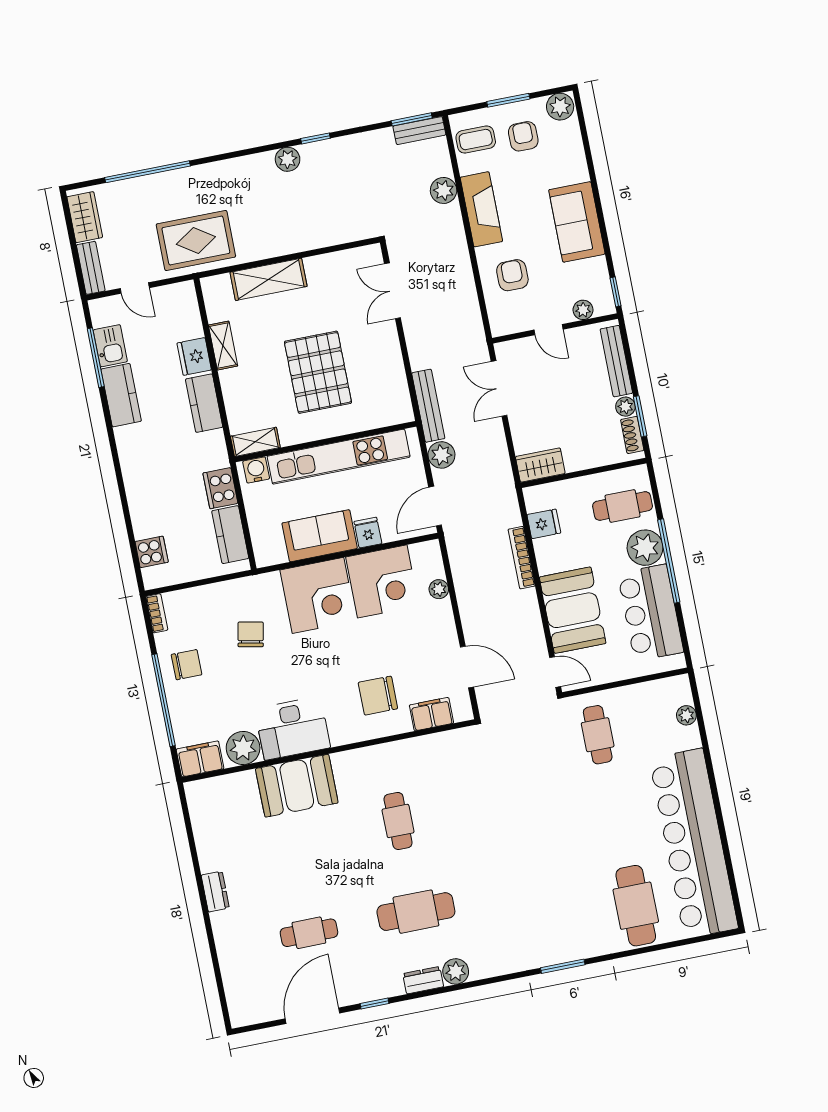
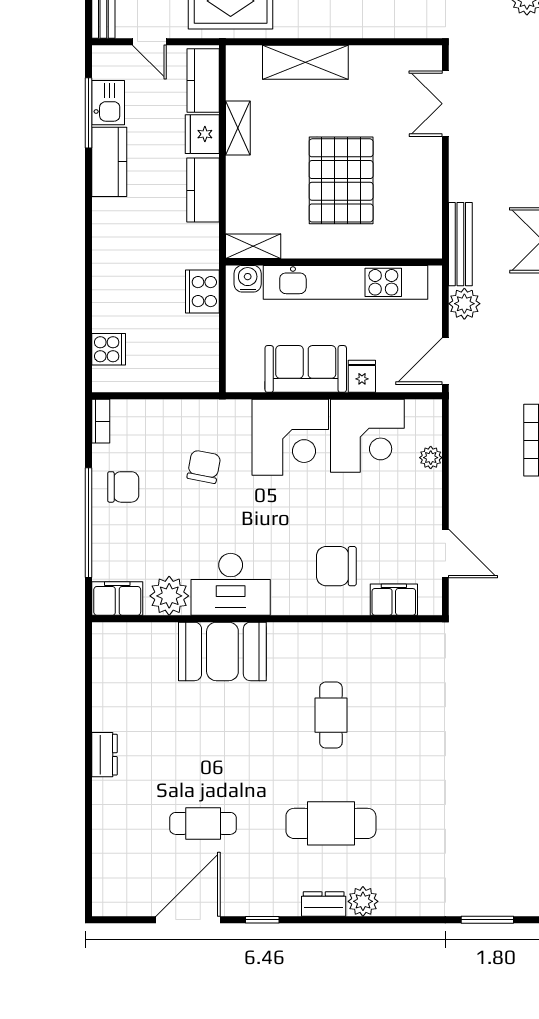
kitchen counter: (230, 535) -> (203, 80), moved

